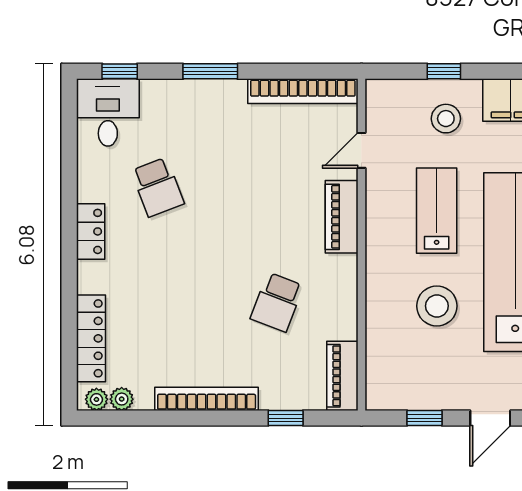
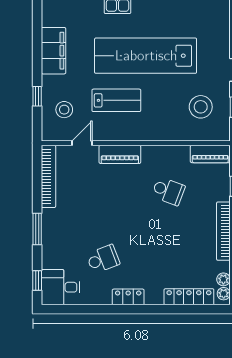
stool: (446, 119) -> (64, 110), moved
door: (361, 150) -> (82, 143), swing flipped
lab bench: (437, 211) -> (116, 100), turned 180
stool: (437, 306) -> (201, 107), moved

